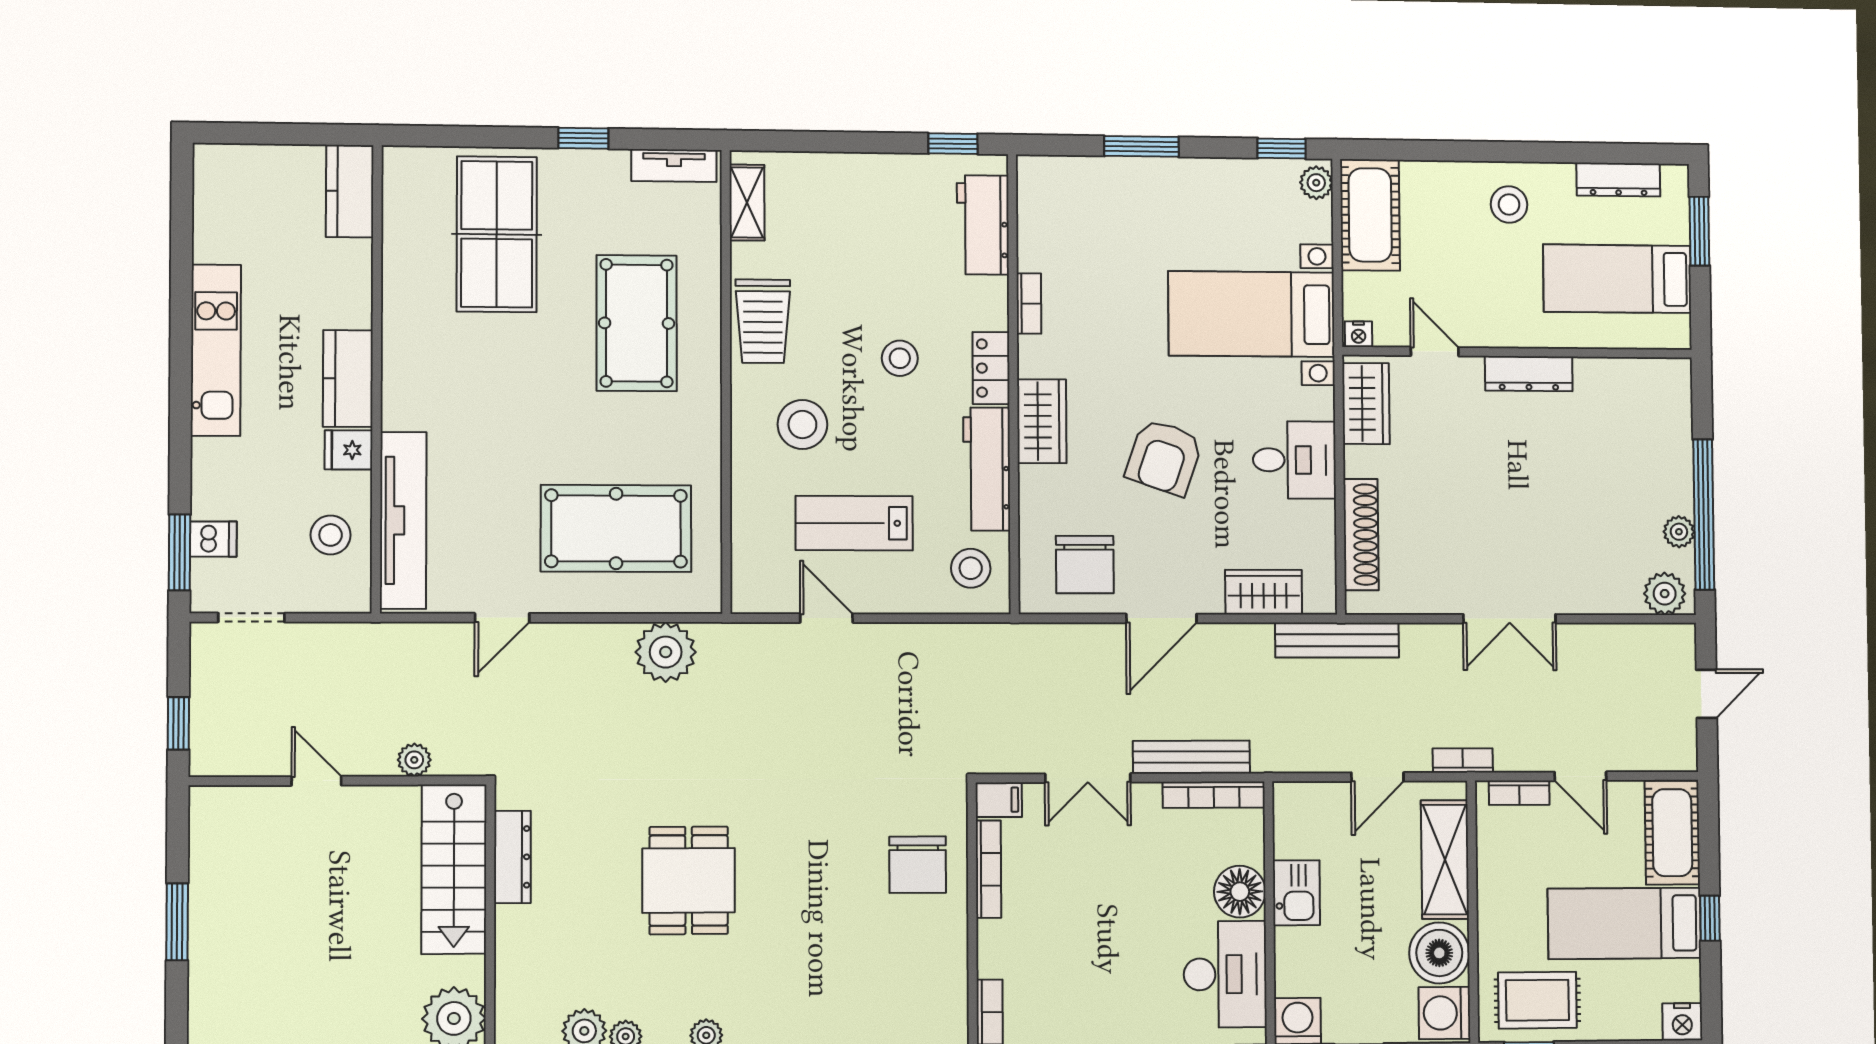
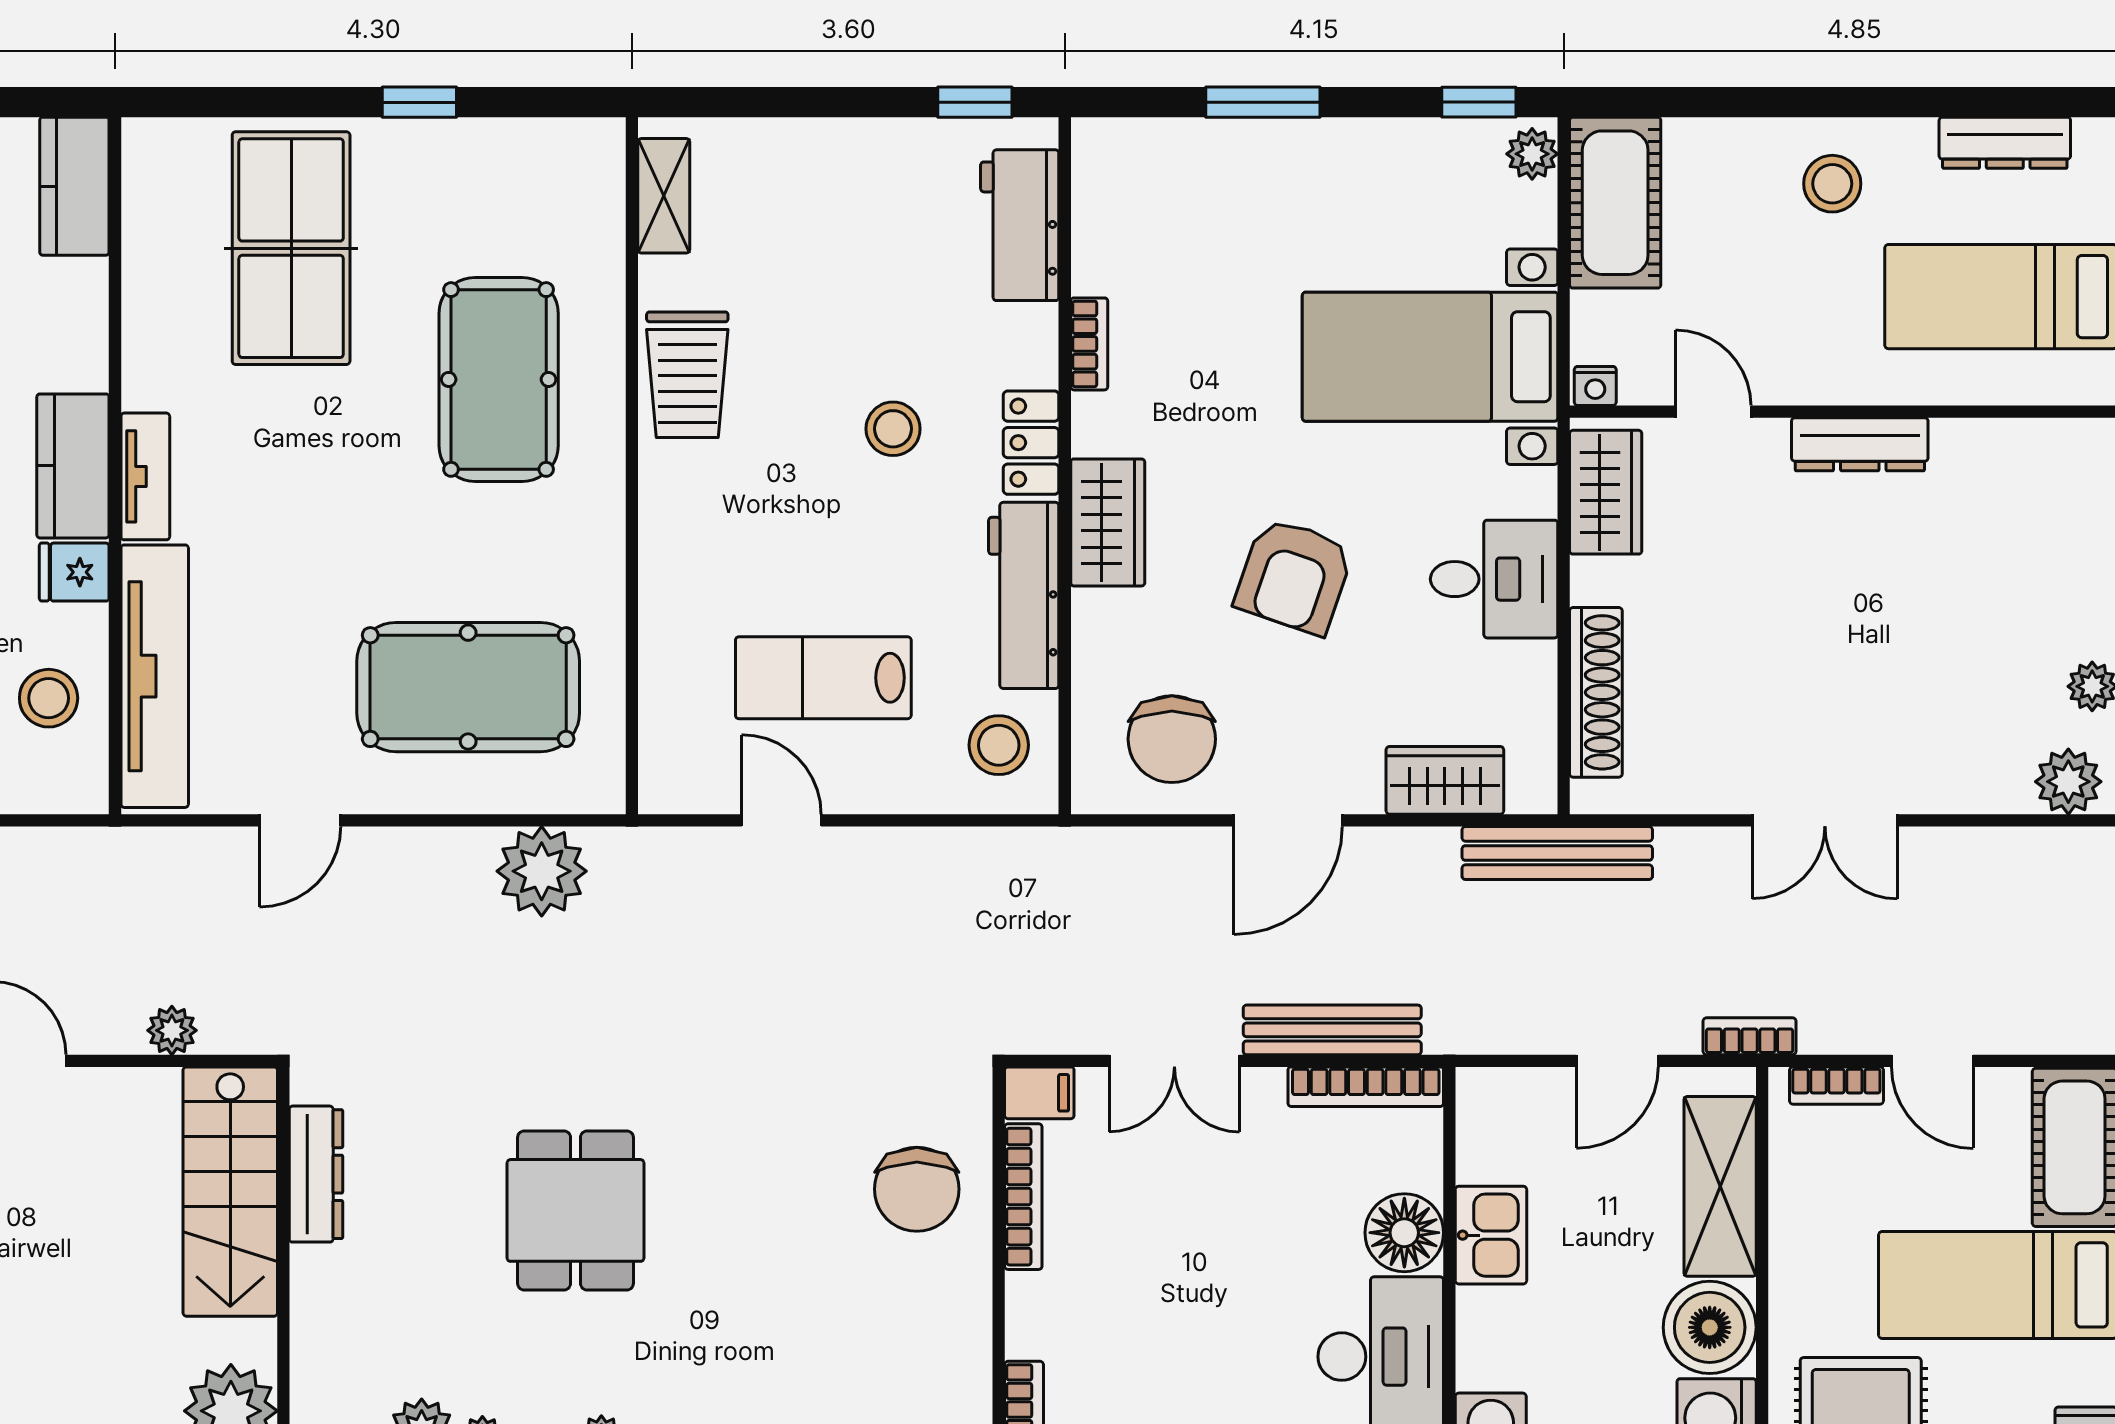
tv unit: (674, 166) -> (145, 476), moved, turned -90
stool: (802, 424) -> (746, 530), removed

